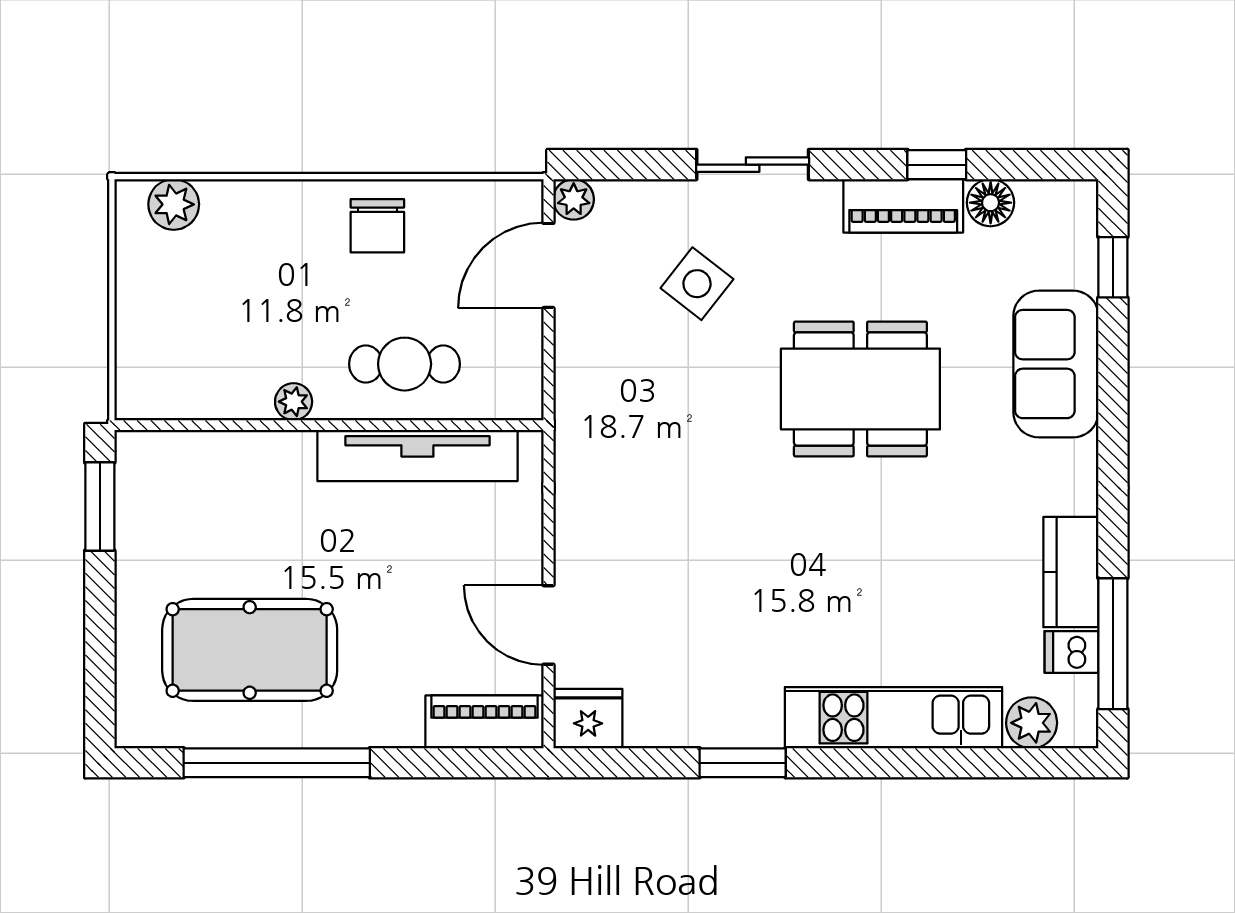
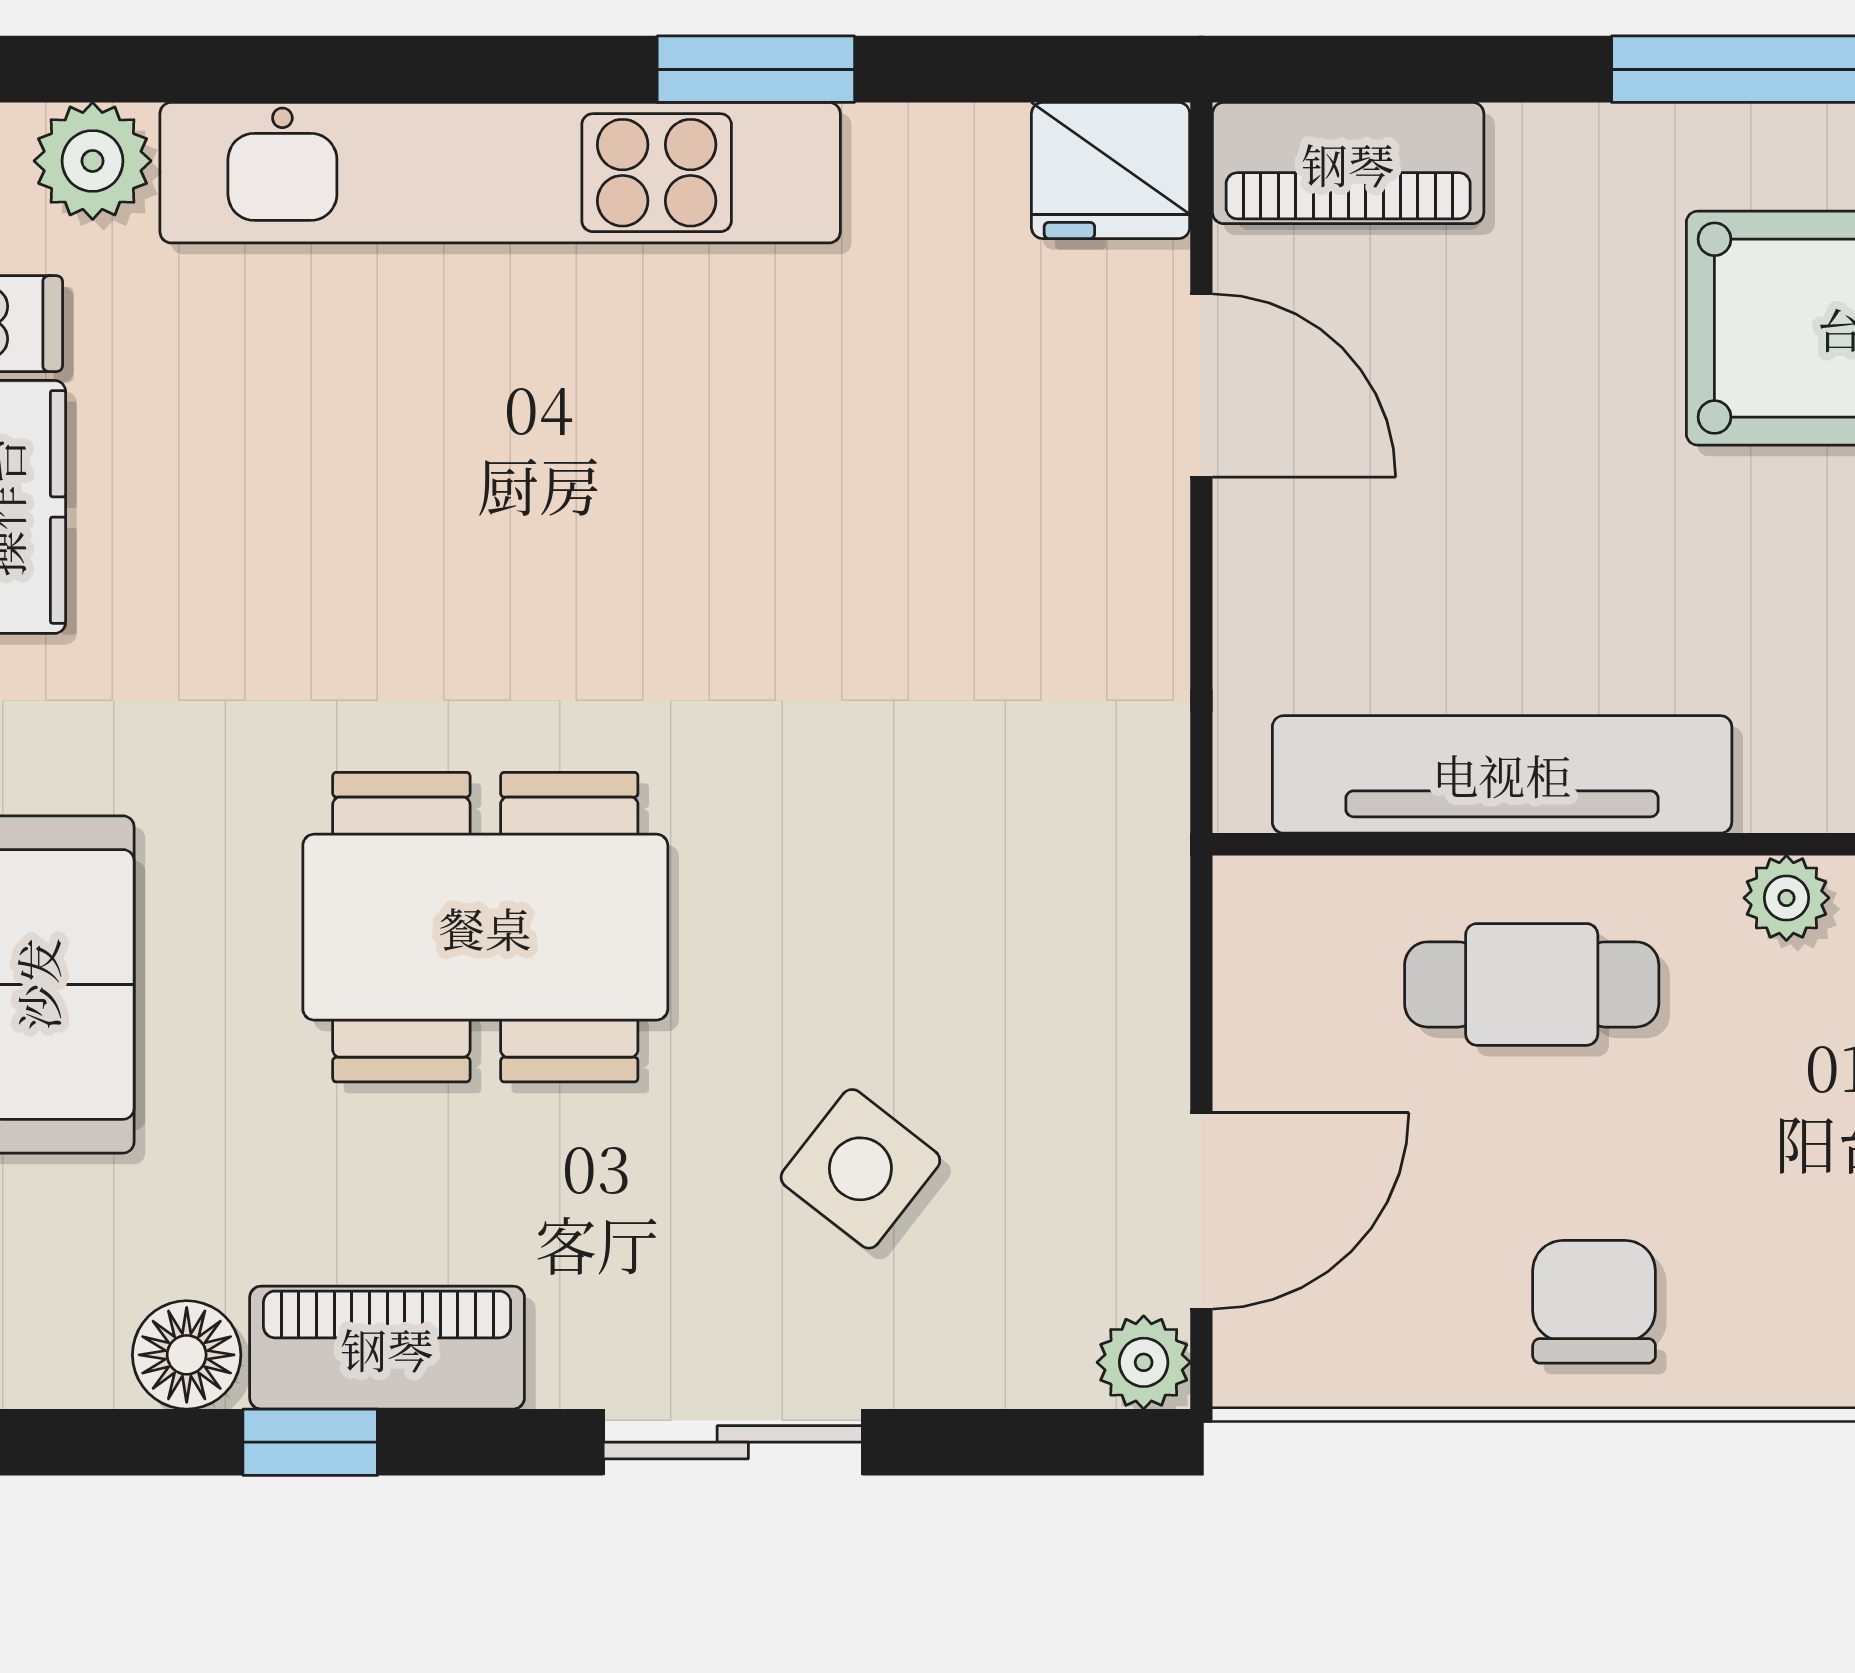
kitchen unit: (893, 718) -> (500, 173), width x1.36

